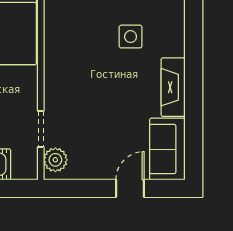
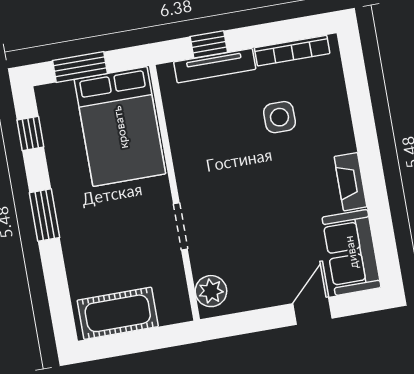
fireplace: (173, 87) -> (351, 182), width x0.73, depth x0.76
doorway: (41, 129) -> (180, 226), moved

